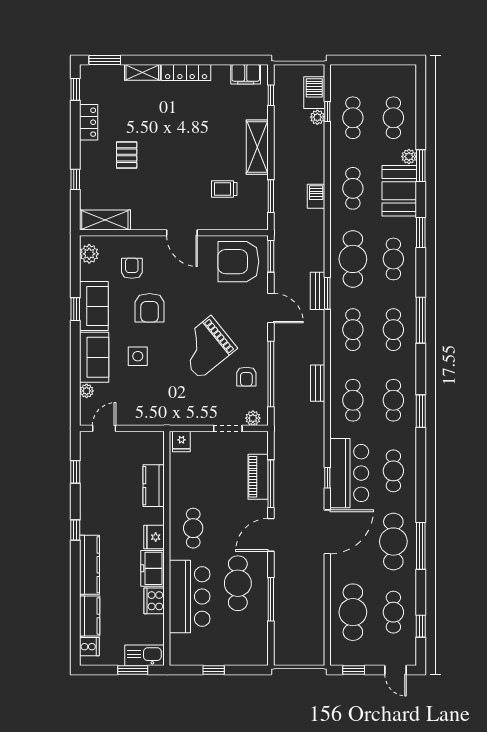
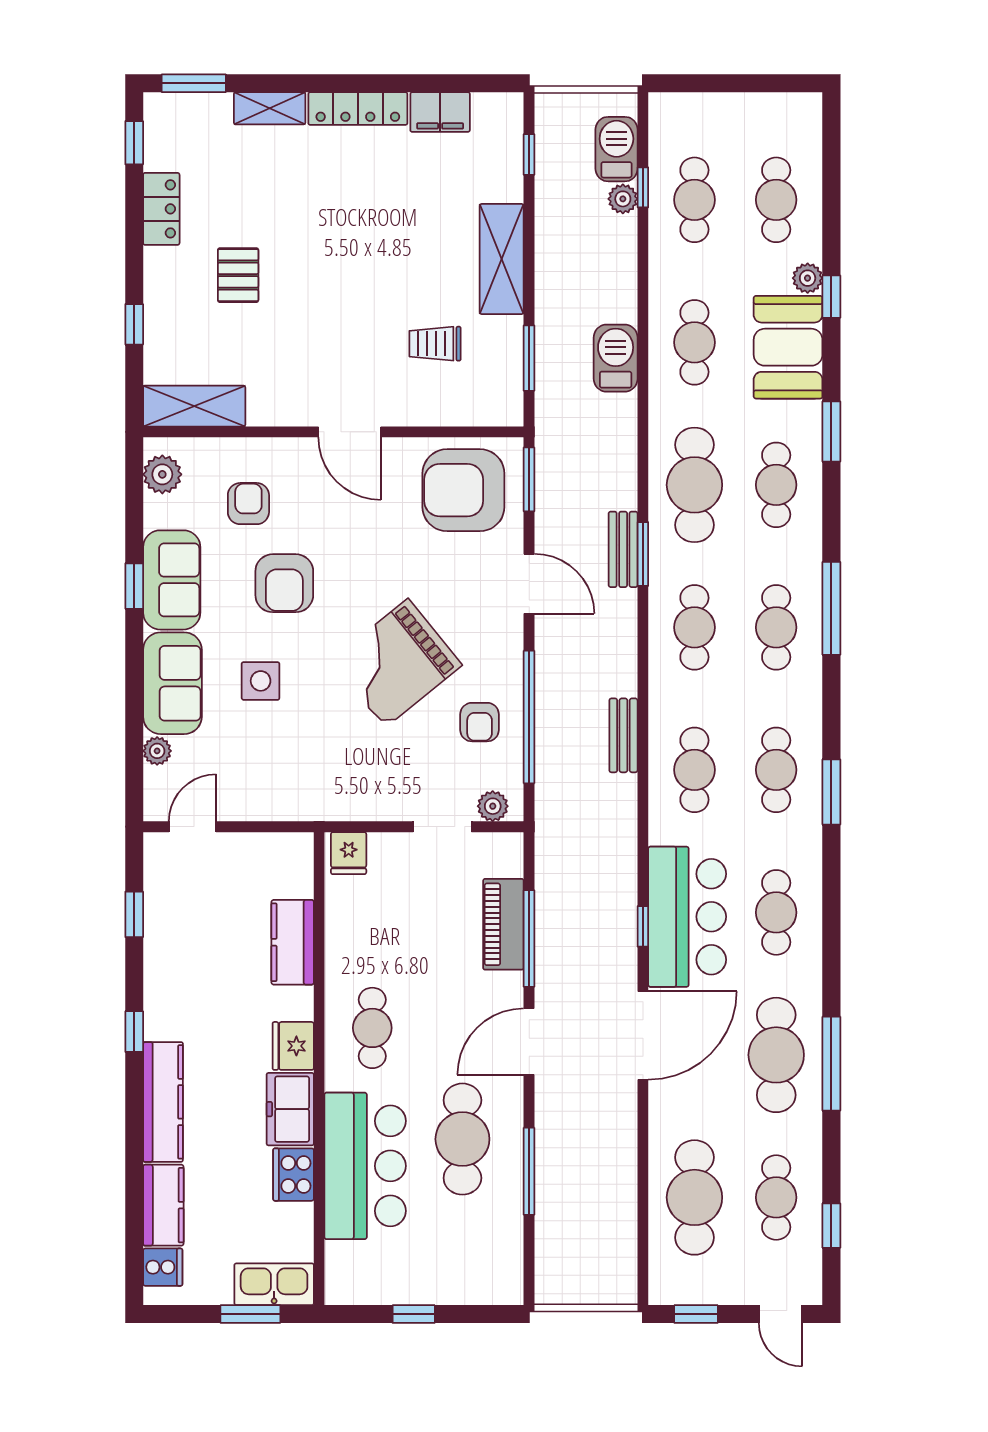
filing cabinet: (246, 74) -> (440, 112), moved
window: (421, 166) -> (831, 297), width x0.67
barbecue: (316, 196) -> (616, 358), width x1.38, depth x1.27

